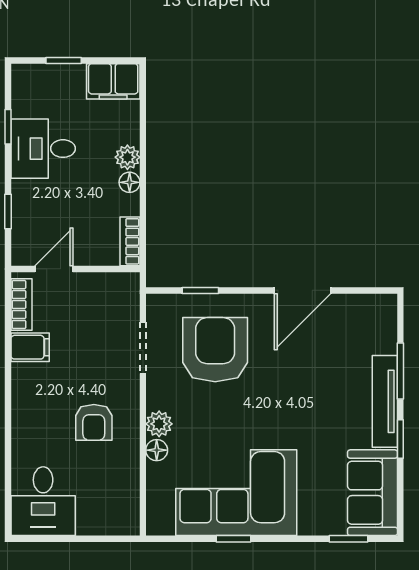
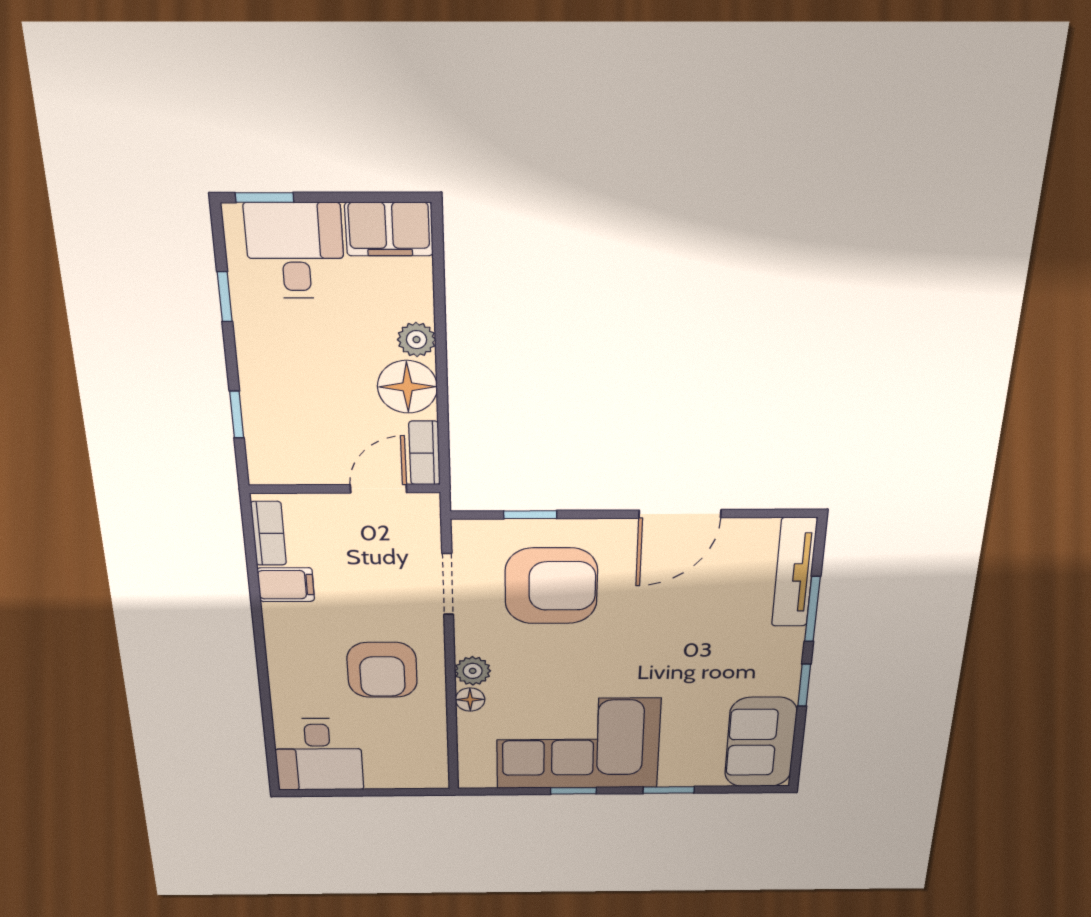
window: (64, 60) -> (264, 197), moved
desk: (43, 149) -> (295, 251), moved, turned 90
floor lamp: (130, 182) -> (407, 387), width x1.89, depth x1.89
door: (54, 269) -> (378, 489), moved
armchair: (215, 350) -> (551, 586), turned 90
tv unit: (385, 401) -> (794, 572), moved
armchair: (94, 422) -> (382, 670), width x1.38, depth x1.38
window: (349, 539) -> (669, 790), moved

